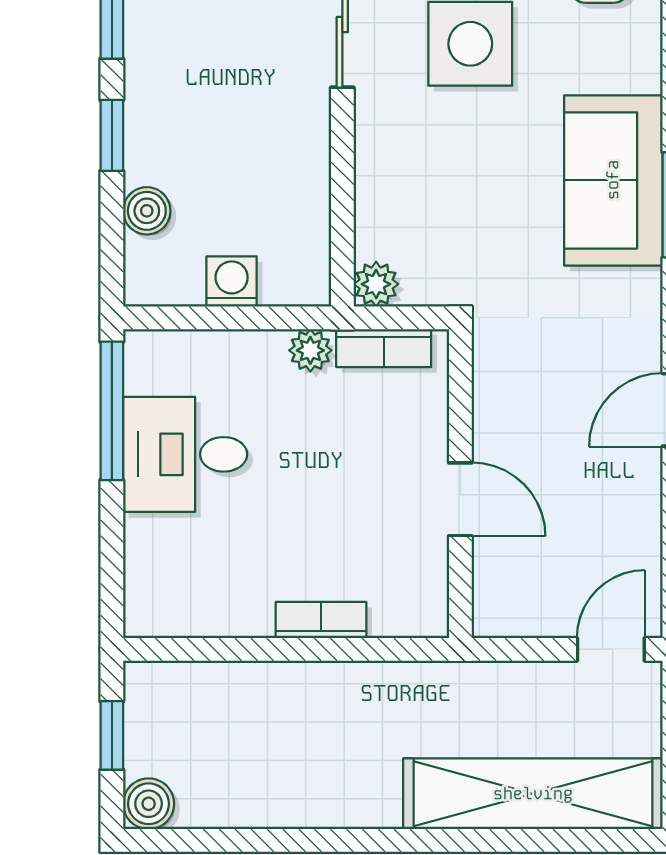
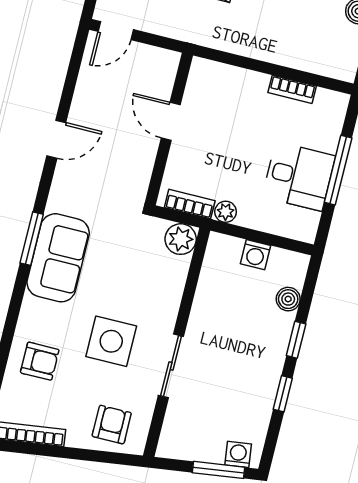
plant: (376, 284) -> (181, 239), width x1.38, depth x1.38
window: (112, 411) -> (338, 170), moved
bookcase: (321, 620) -> (292, 89), moved

